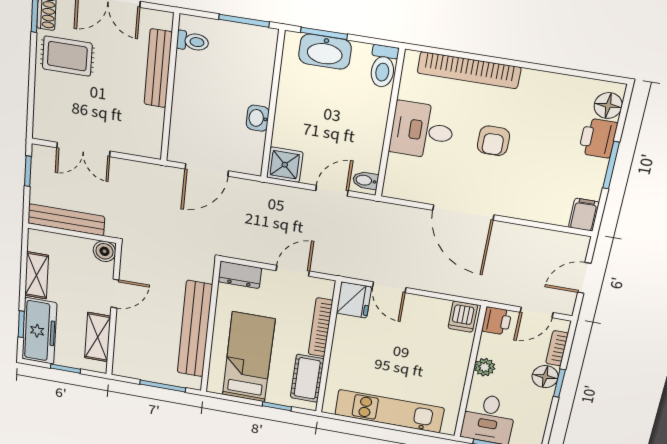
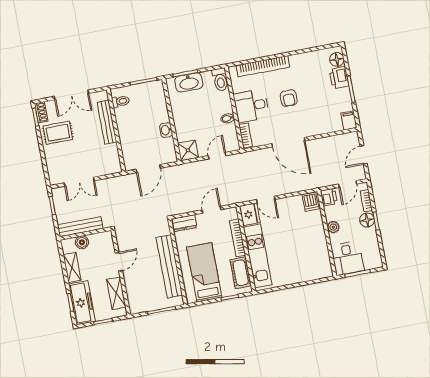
bookcase: (393, 176) -> (246, 135), added
bidet: (366, 180) -> (228, 118), moved
boiler: (104, 251) -> (82, 242), moved
kitchen unit: (389, 411) -> (258, 256), moved, turned 90

